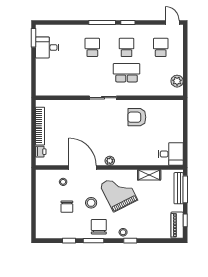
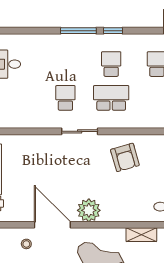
school desk: (92, 47) -> (65, 98), moved
armchair: (137, 117) -> (125, 157), turned -106
plant: (110, 161) -> (89, 210), width x1.88, depth x1.88

